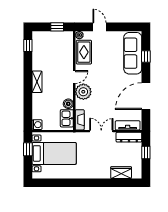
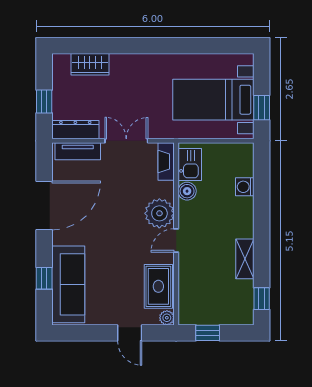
shelving: (37, 82) -> (245, 259), moved
washing machine: (37, 125) -> (245, 187), moved
double door: (101, 131) -> (126, 141), swing flipped

